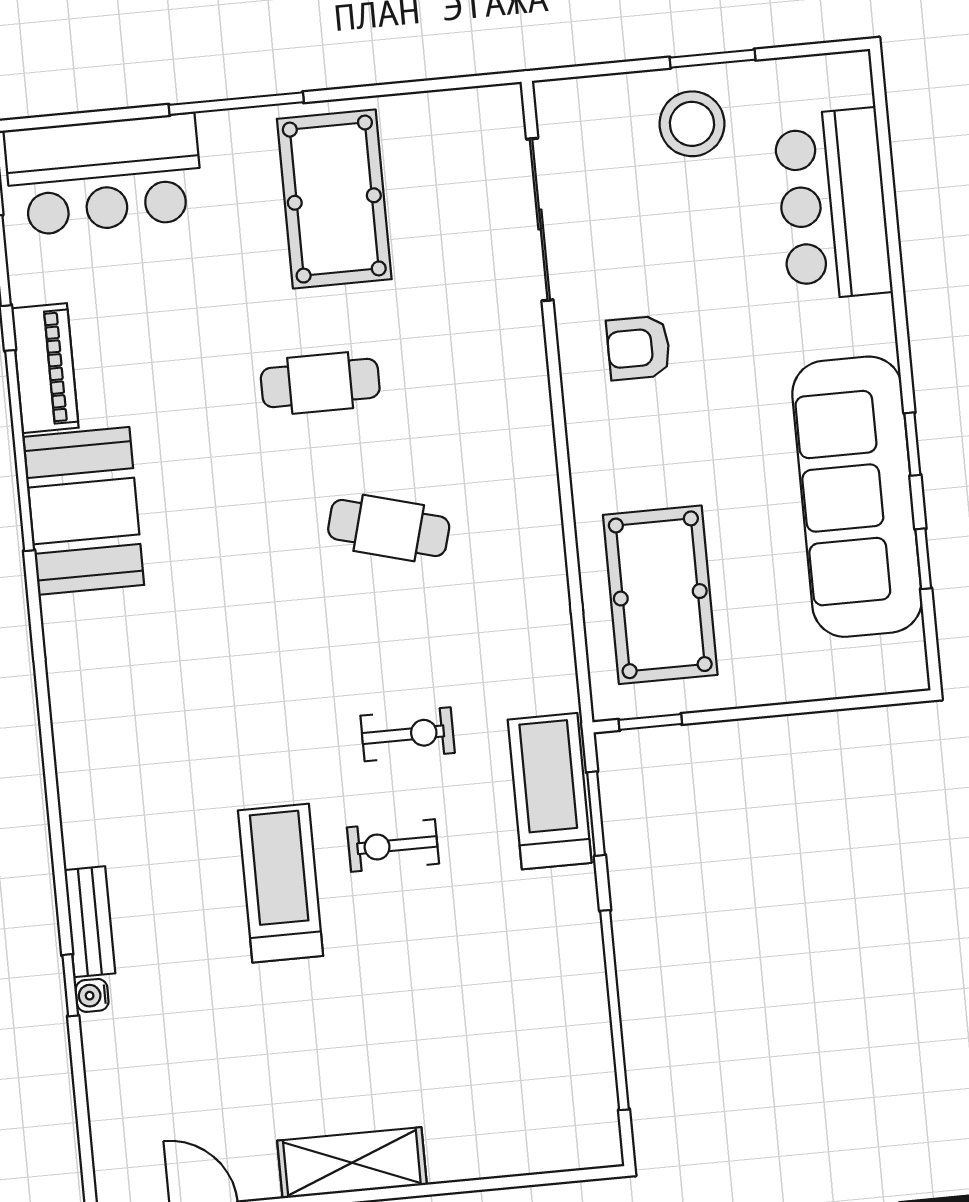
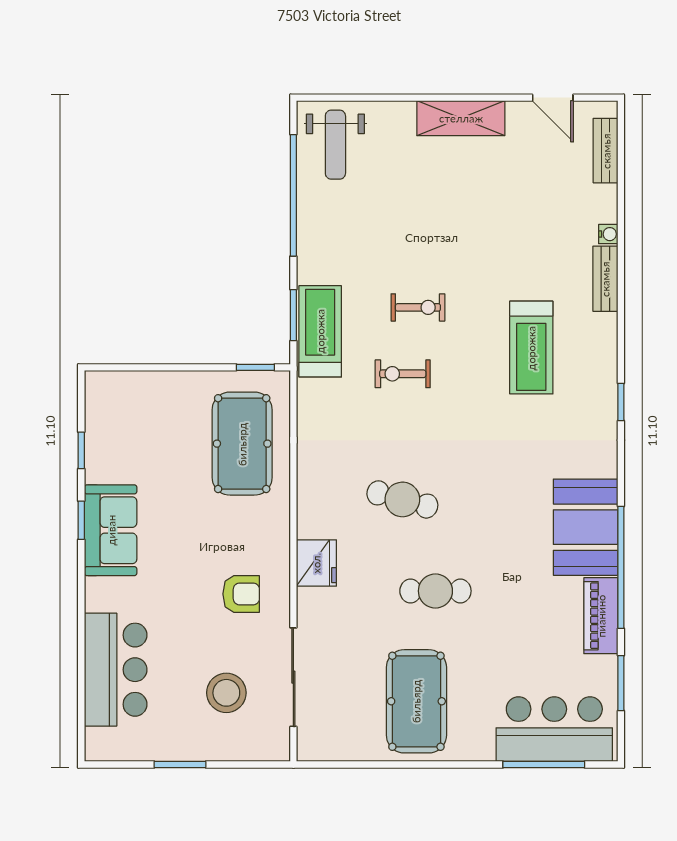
window: (236, 104) -> (544, 764), moved
stool: (692, 124) -> (226, 693), moved
fridge: (520, 410) -> (316, 563), added
sofa: (857, 497) -> (111, 530), width x0.54, depth x0.79
treadmill: (550, 791) -> (320, 331), turned 180
treadmill: (281, 883) -> (531, 348), moved
window: (70, 985) -> (621, 402), moved
weight bench: (554, 1100) -> (335, 145), added
bench: (109, 1132) -> (606, 151), added

